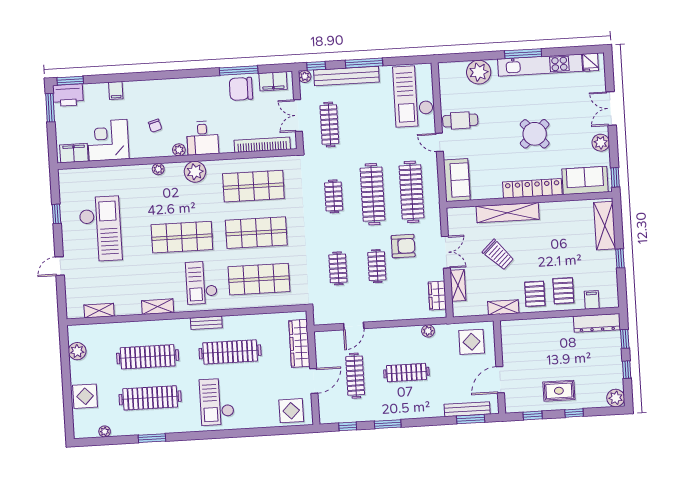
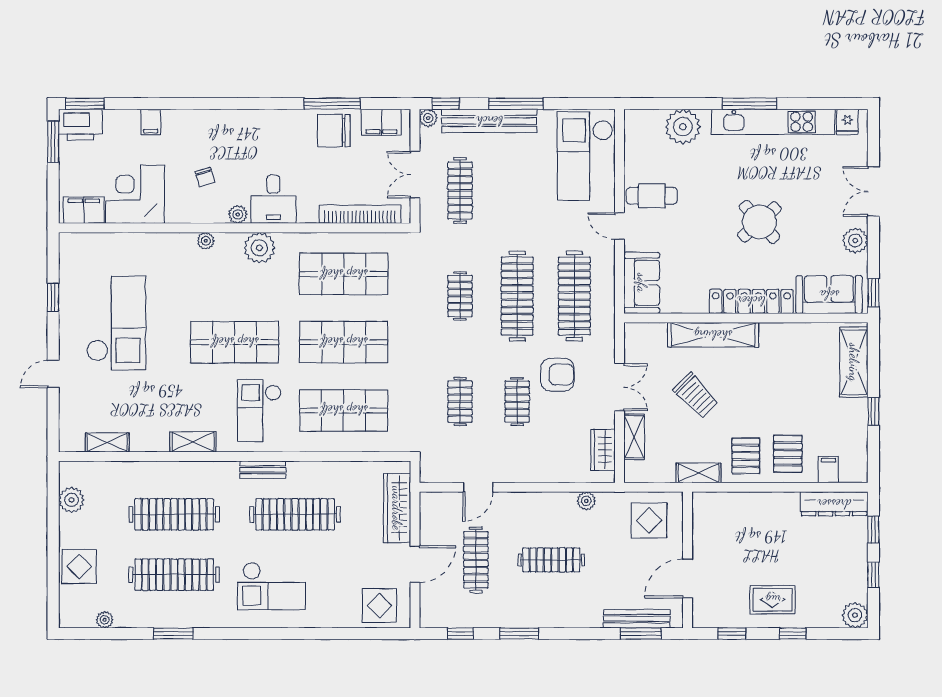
checkout: (217, 402) -> (271, 586), turned -90

